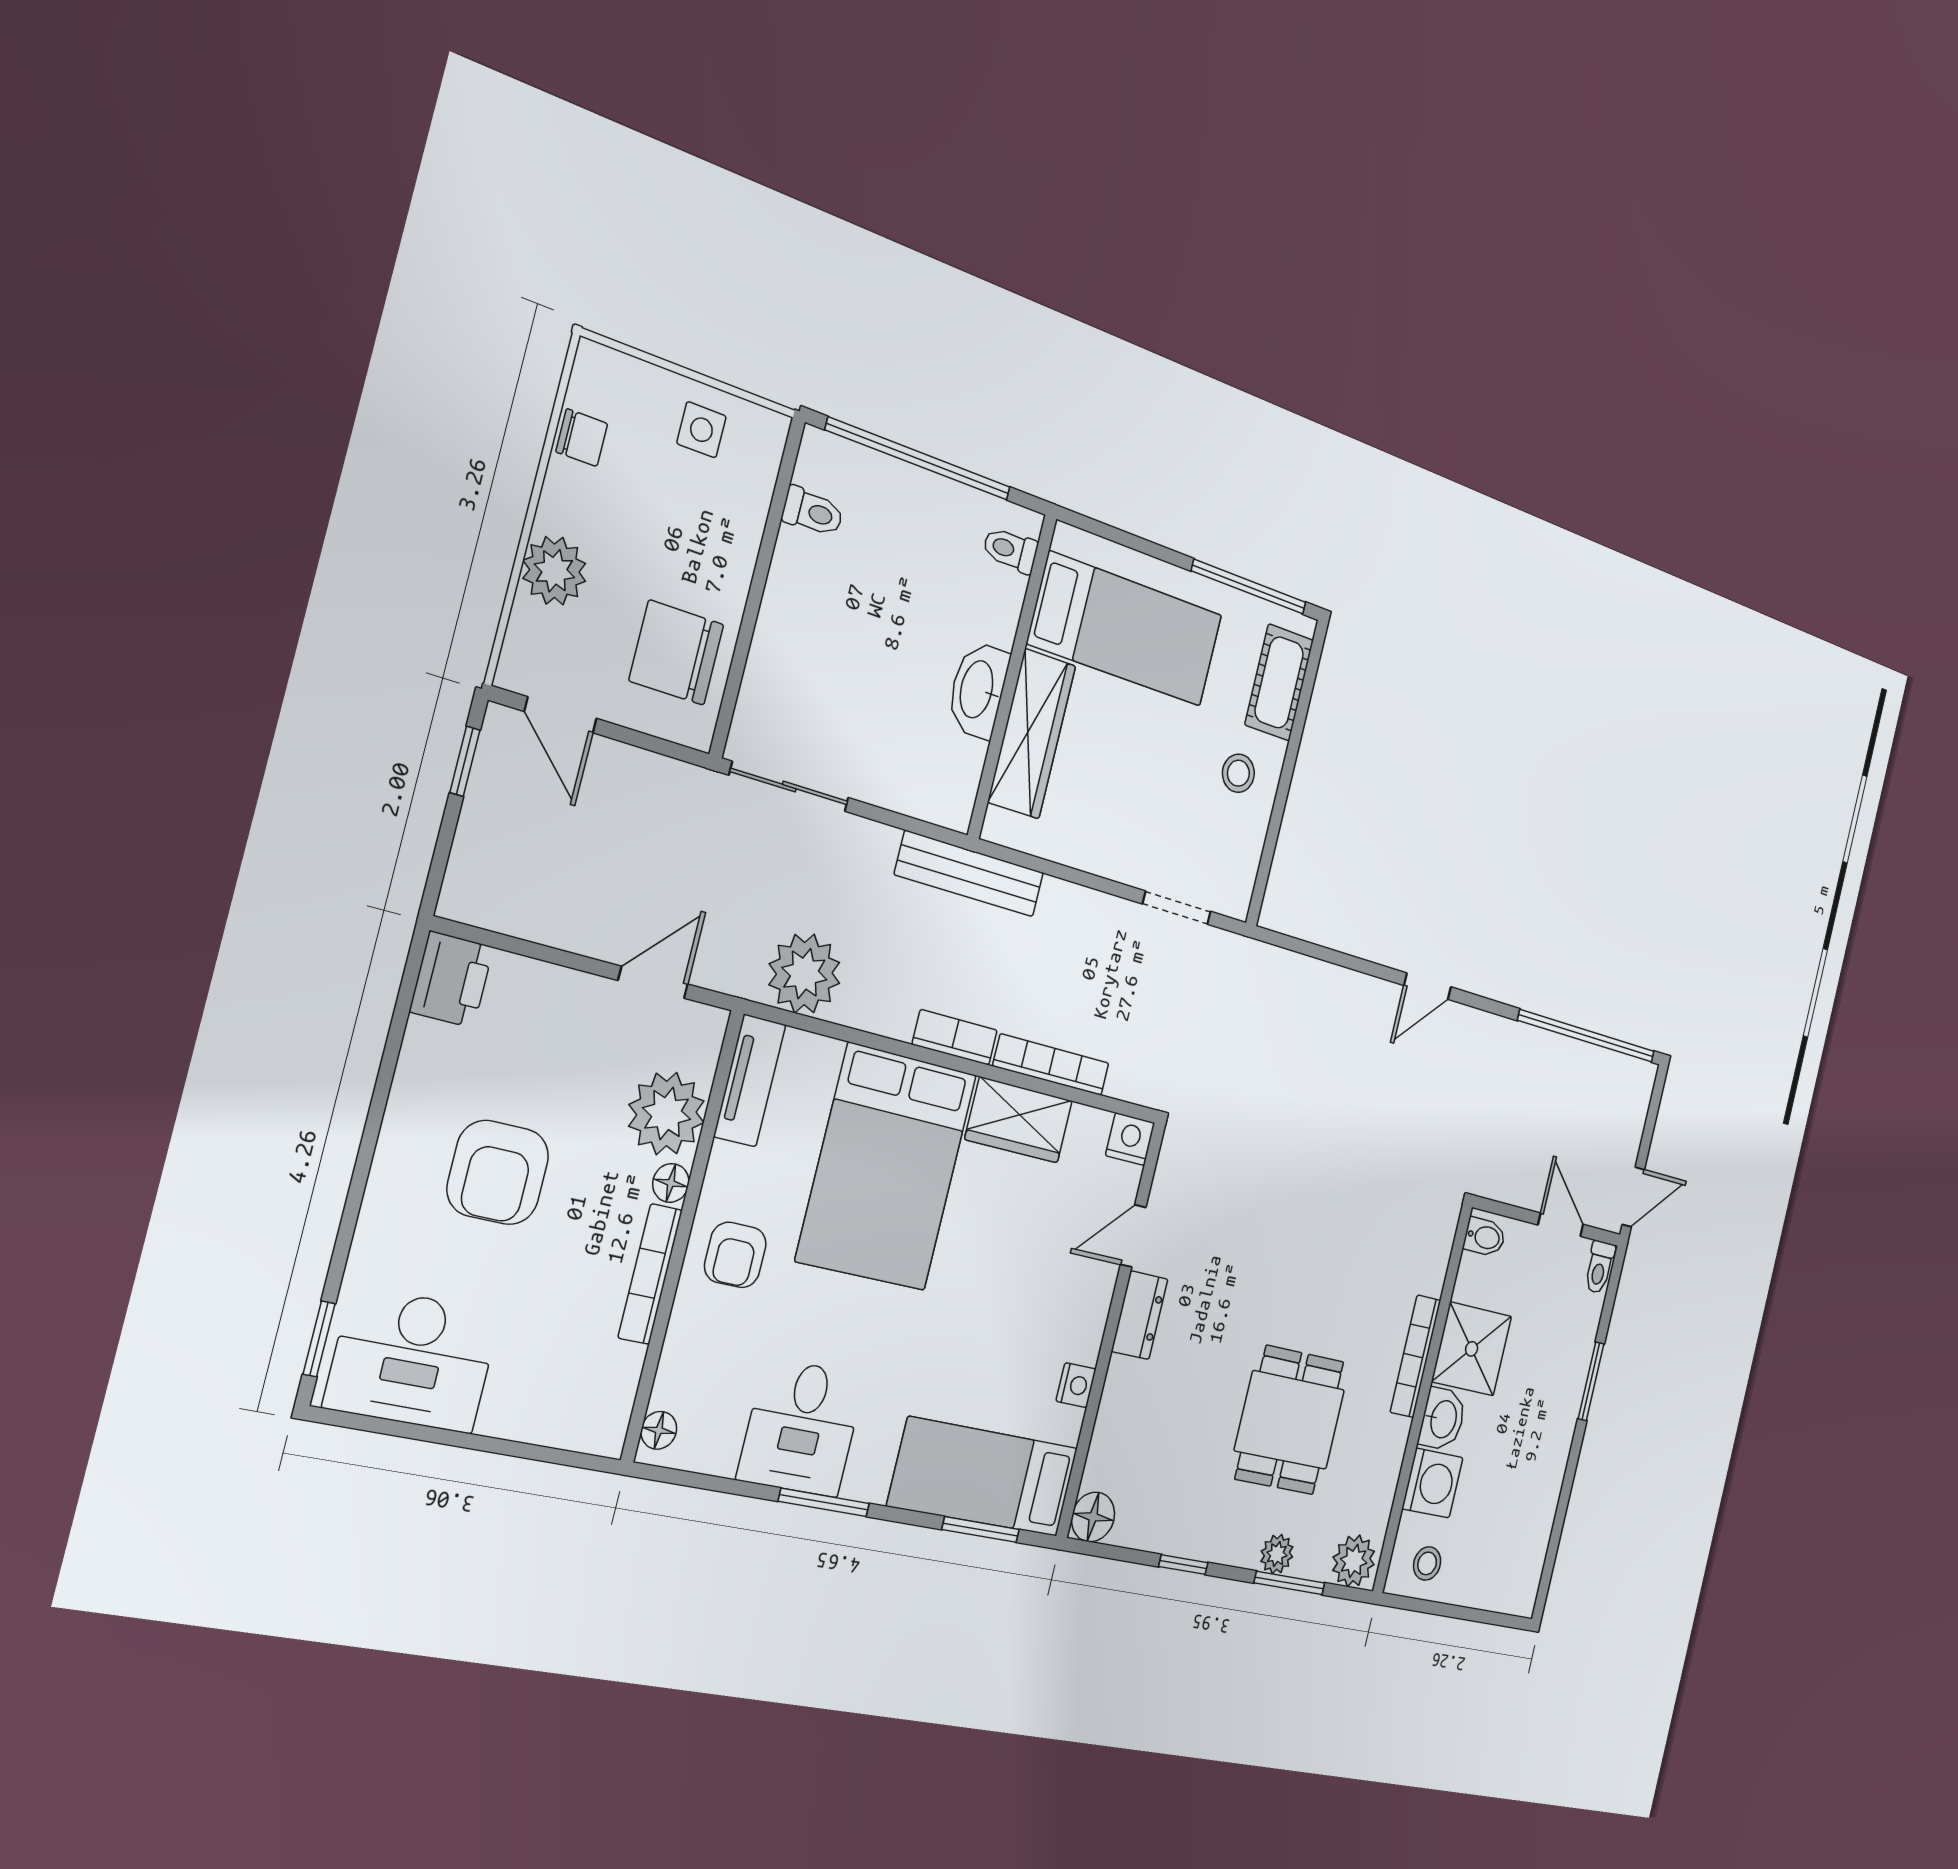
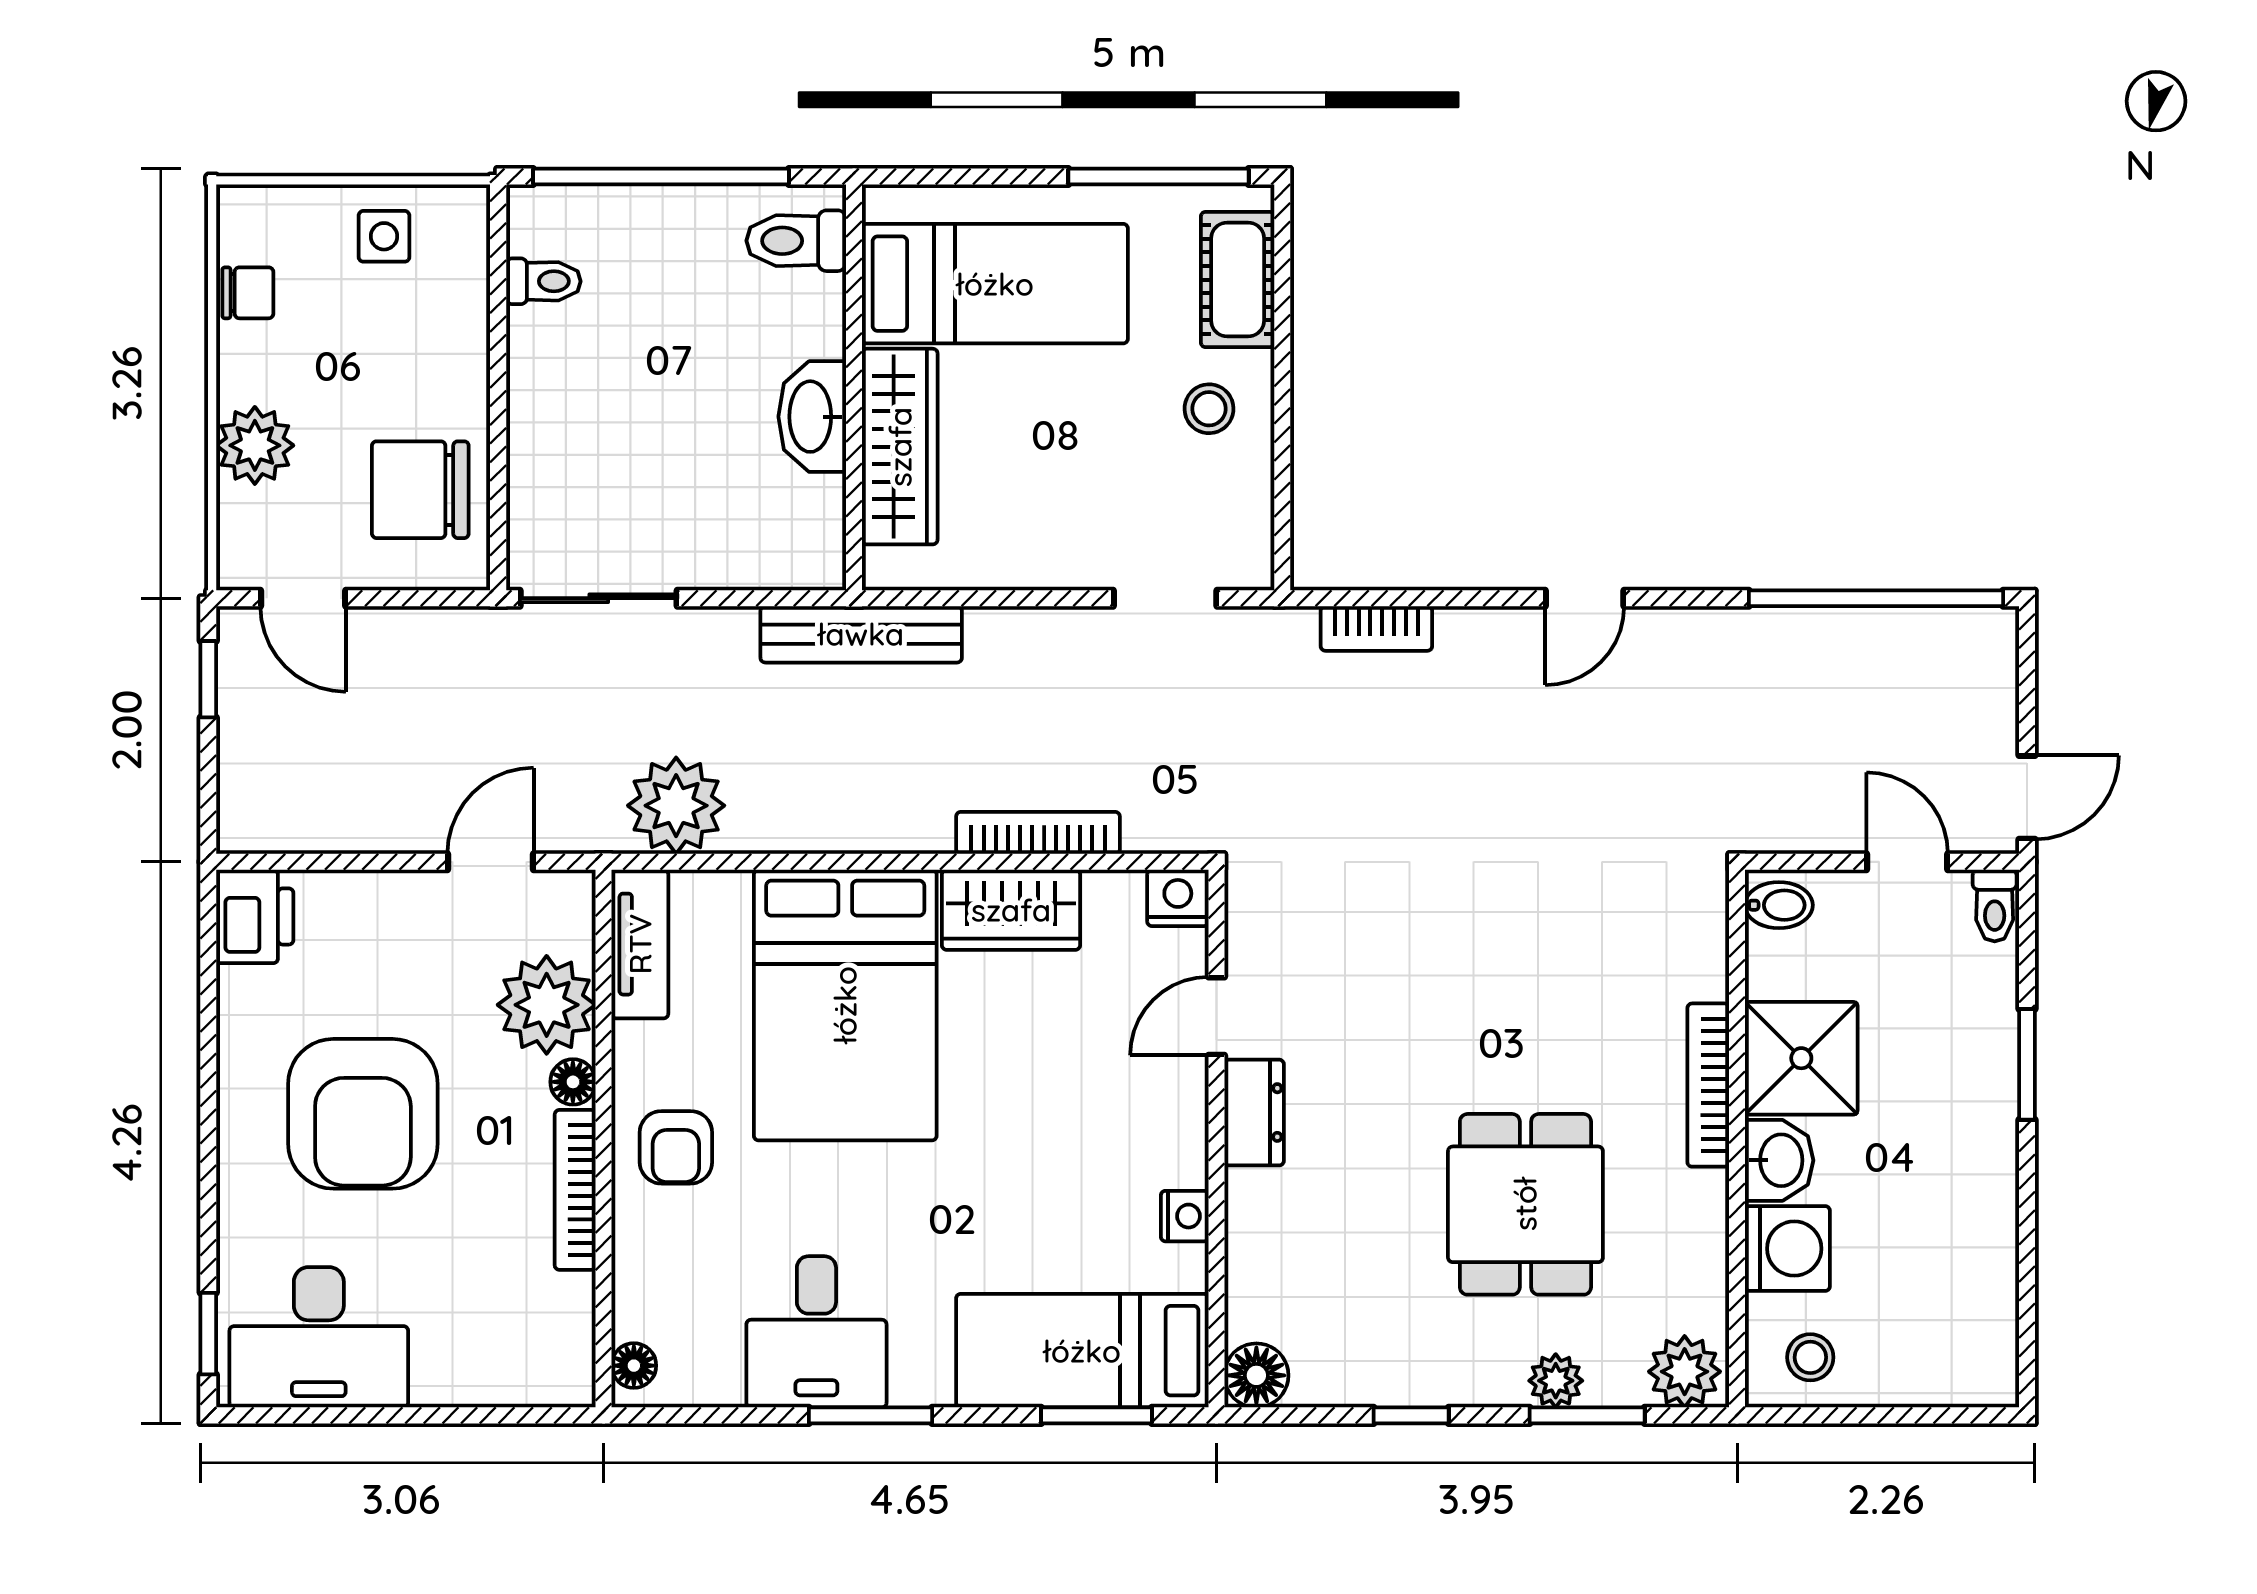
toilet: (1010, 550) -> (796, 241), width x1.37, depth x1.39
bookcase: (955, 1037) -> (1376, 628), moved, turned 180
armchair: (498, 1172) -> (363, 1114), width x1.36, depth x1.36

